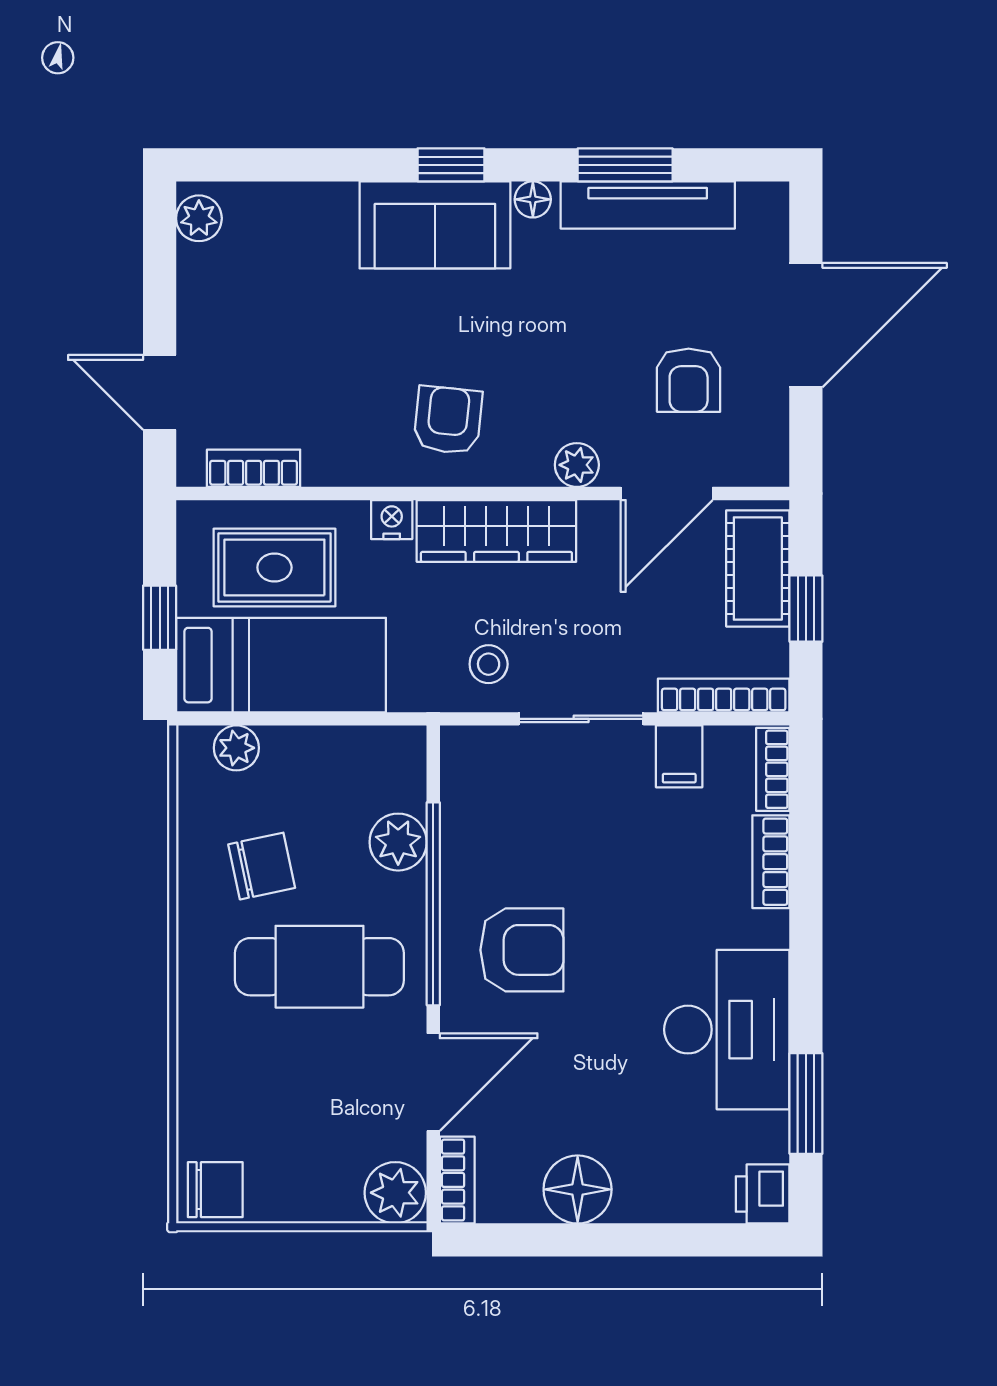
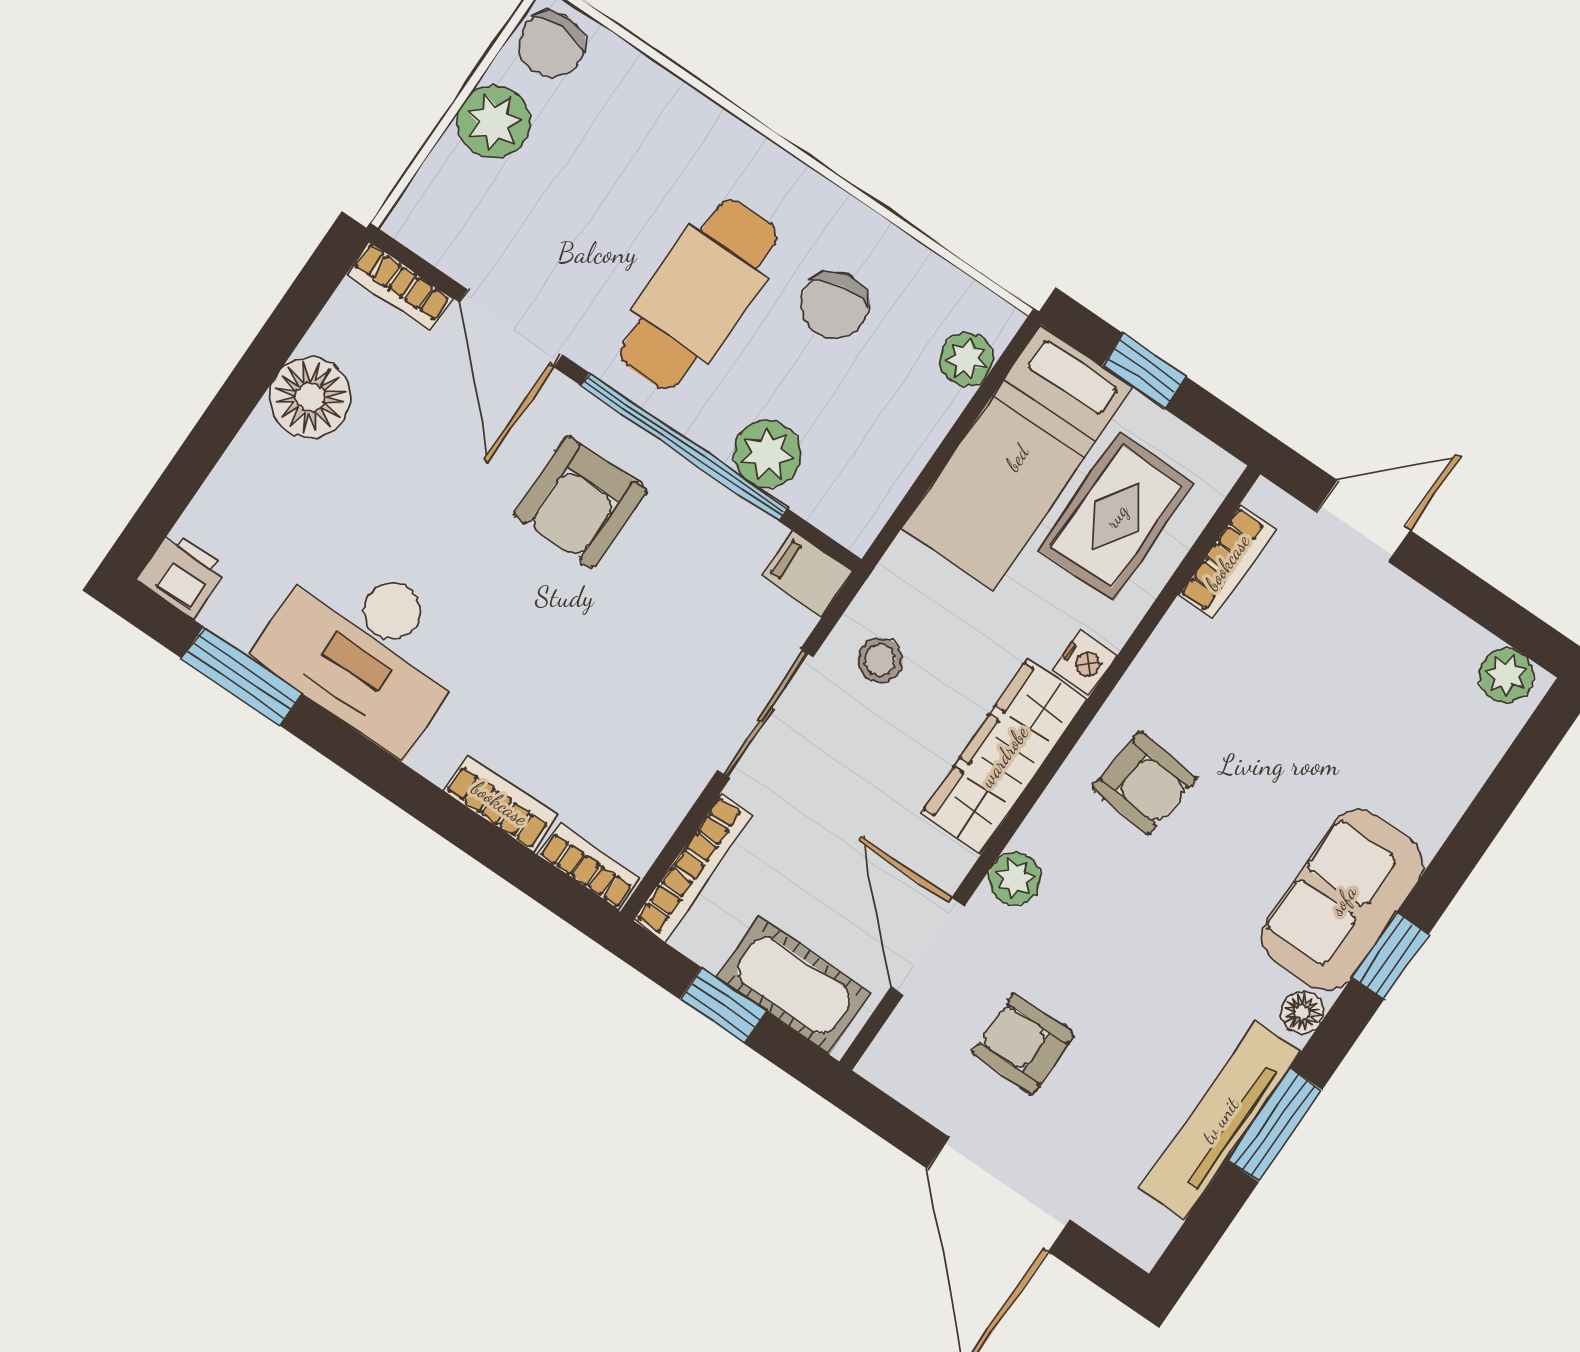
filing cabinet: (679, 756) -> (807, 574), moved
plant: (395, 1193) -> (494, 122), moved

